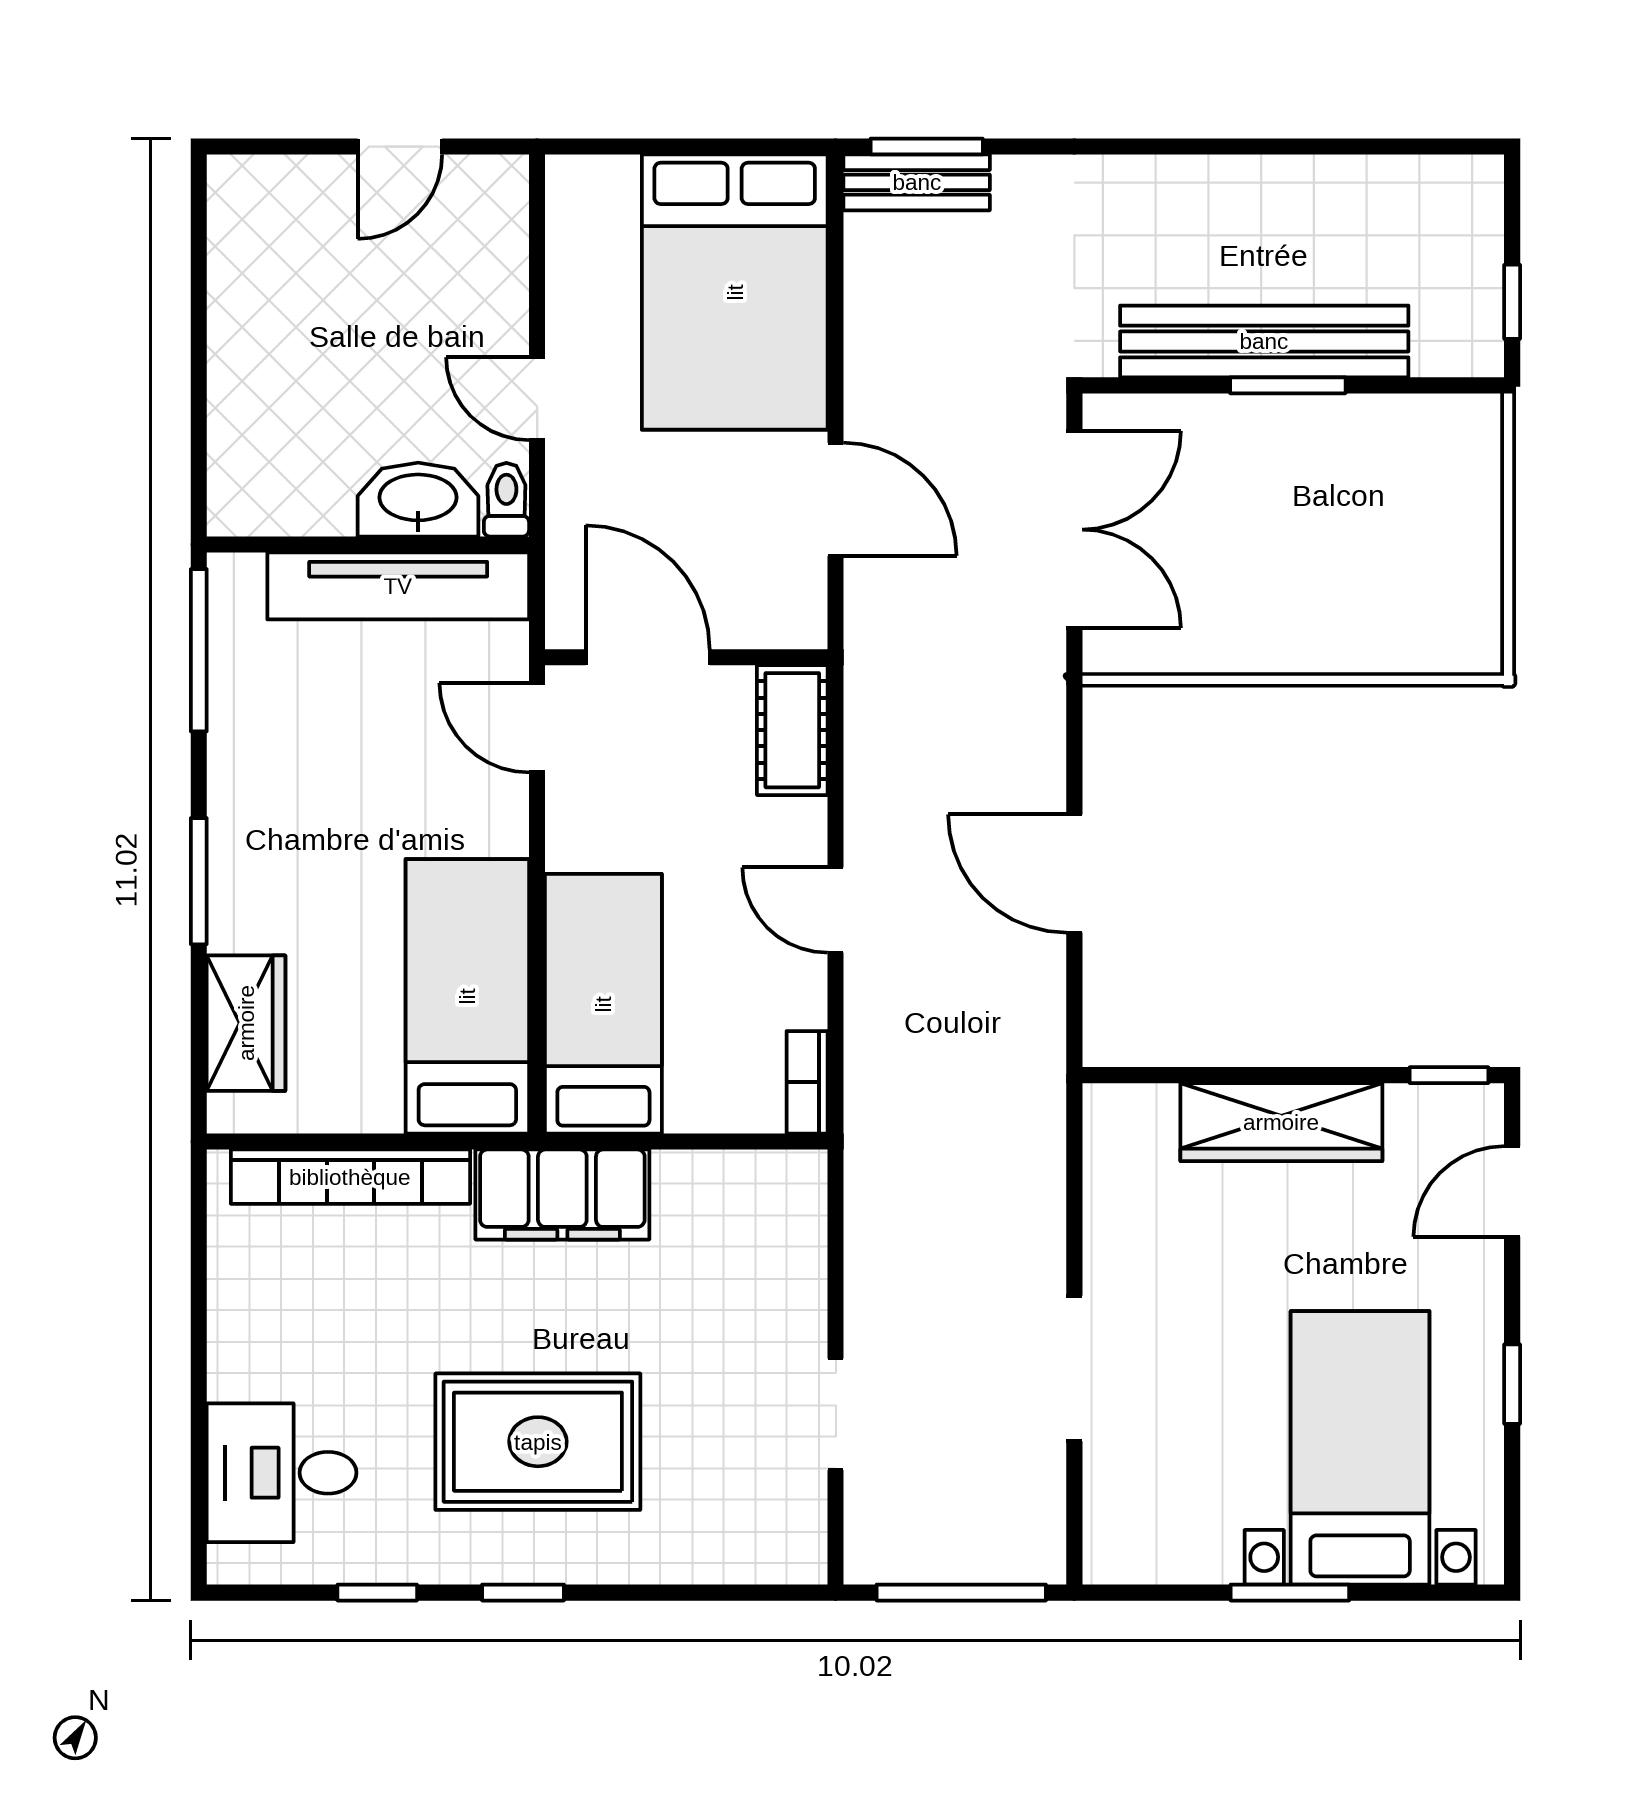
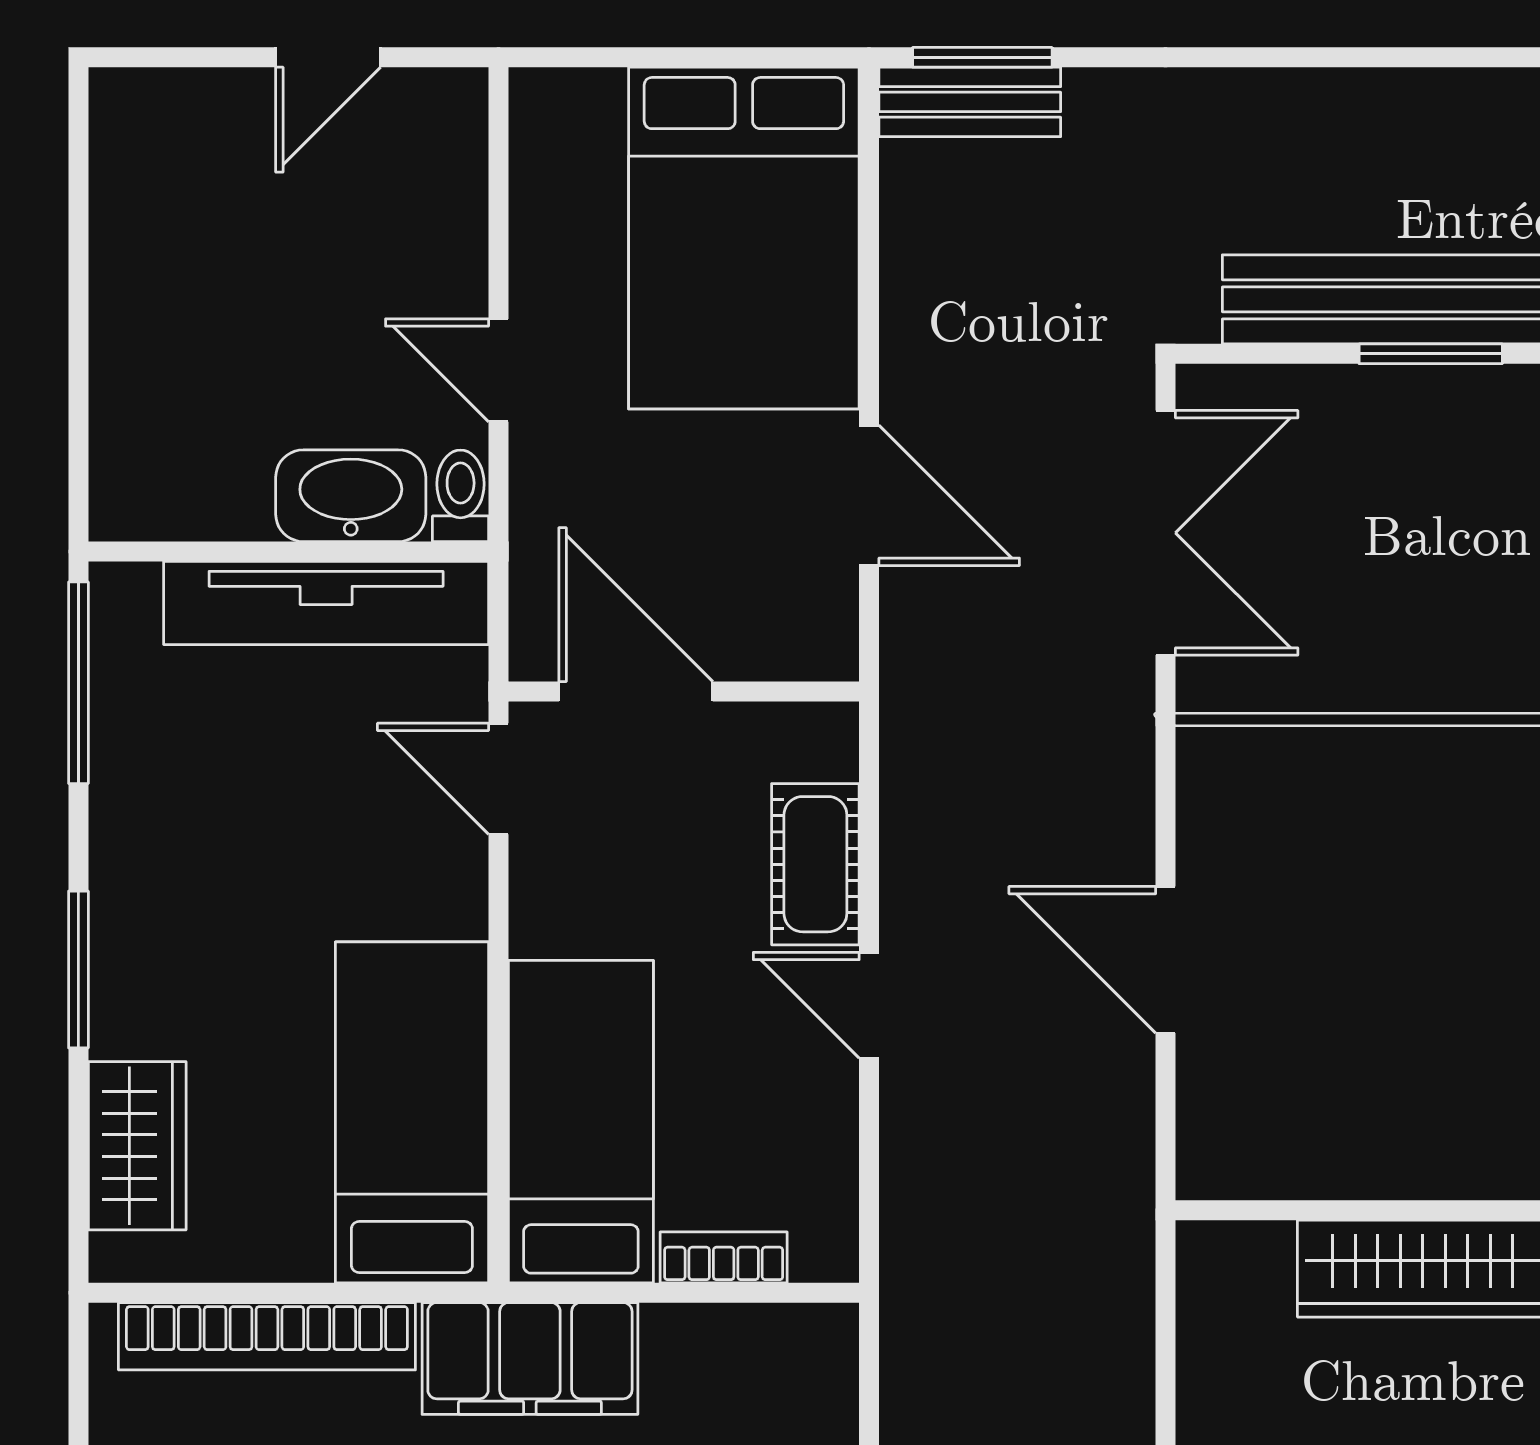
cot: (792, 730) -> (815, 864), moved
bookcase: (807, 1082) -> (724, 1257), moved, turned 90

